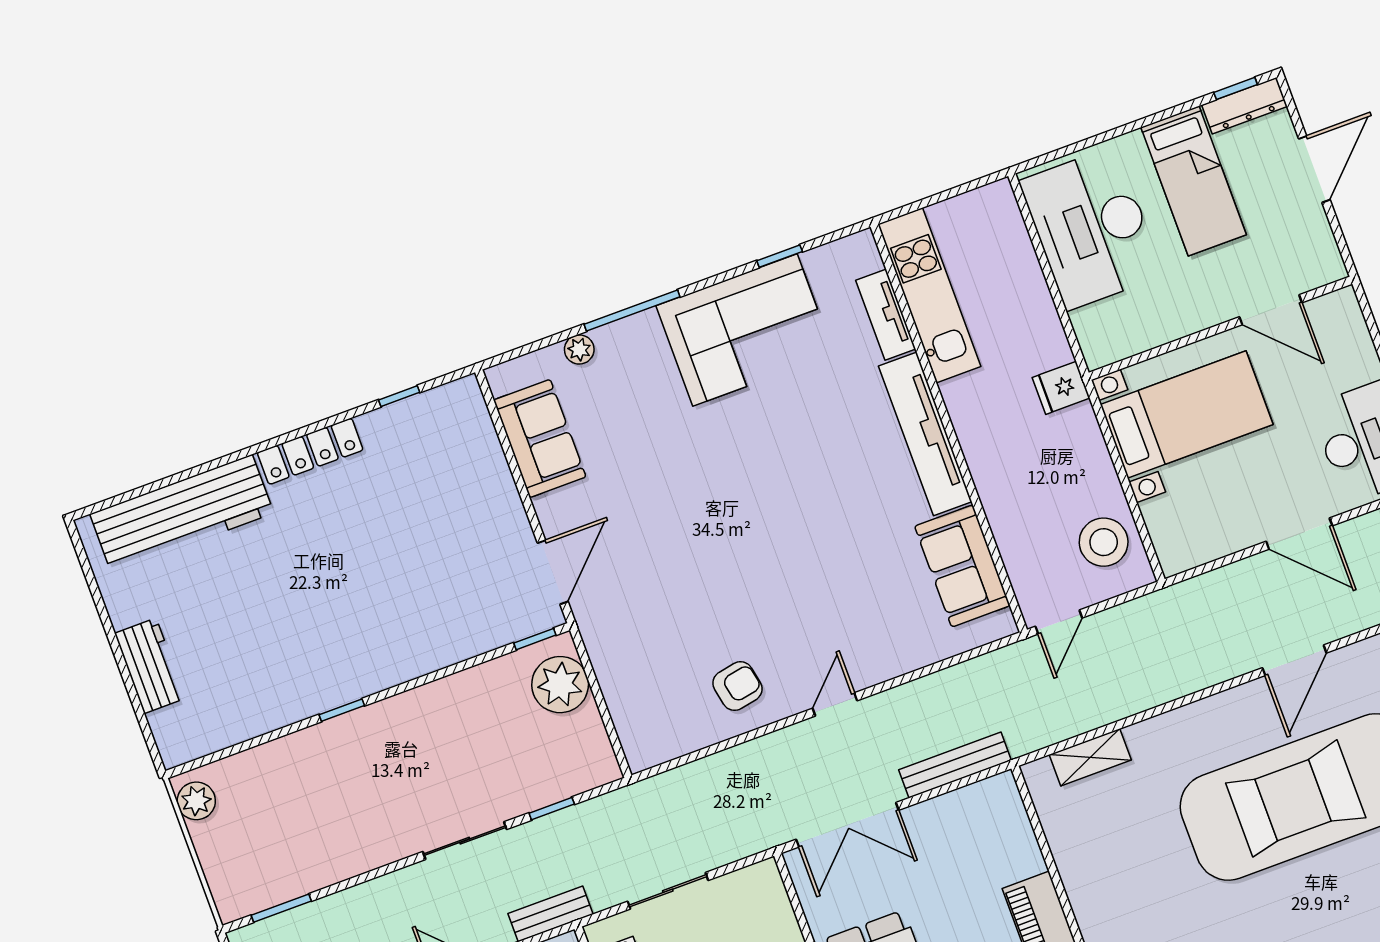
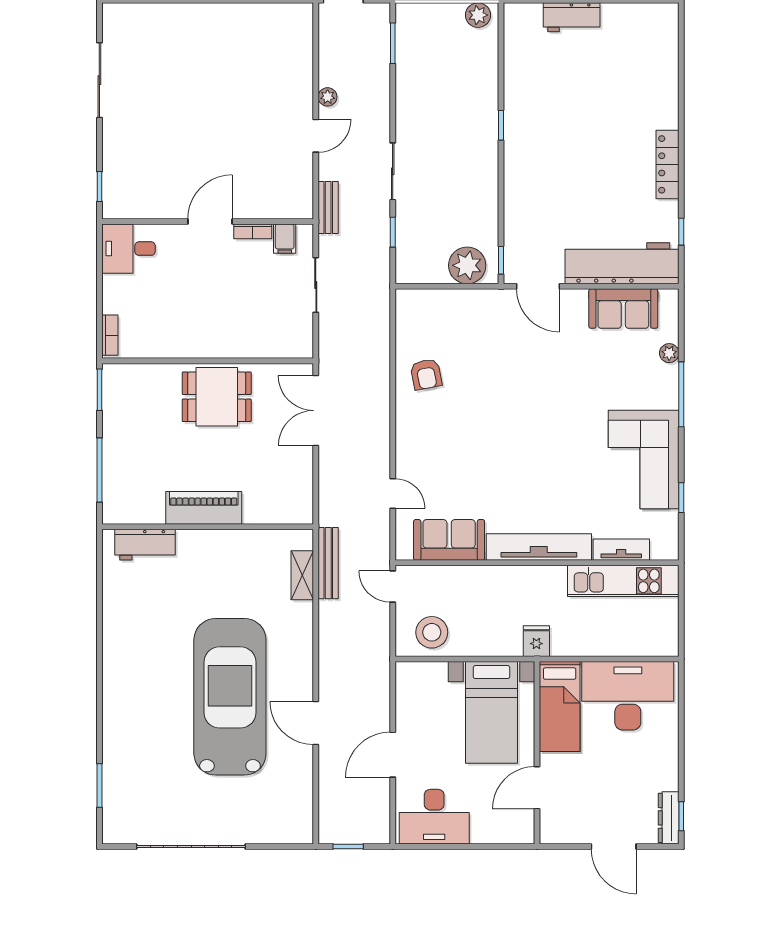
bed: (1194, 181) -> (560, 706), moved, turned -90
workbench: (182, 514) -> (622, 263), moved, turned 90
door: (835, 704) -> (393, 494), moved
bench: (955, 765) -> (328, 563), moved

